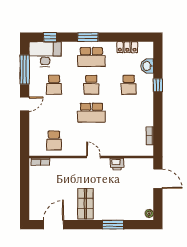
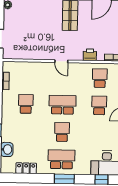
school desk: (54, 85) -> (99, 105), moved
school desk: (129, 85) -> (26, 104), moved
printer: (117, 164) -> (90, 55), moved

